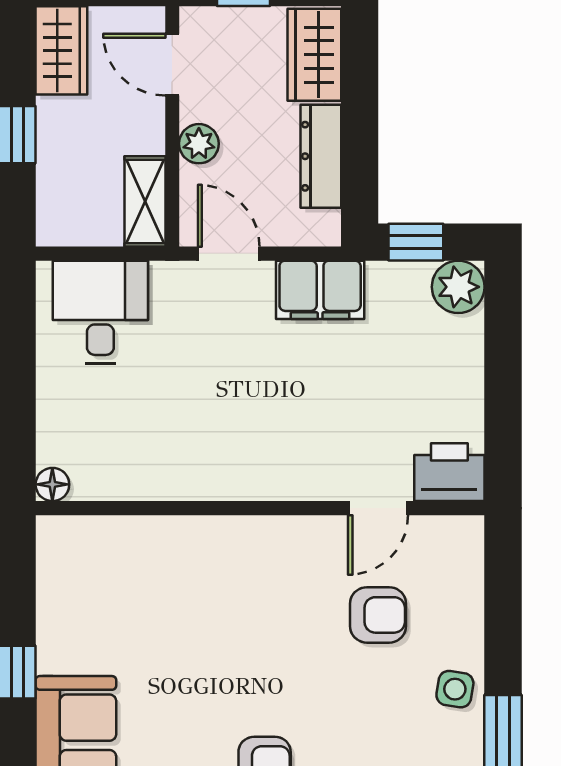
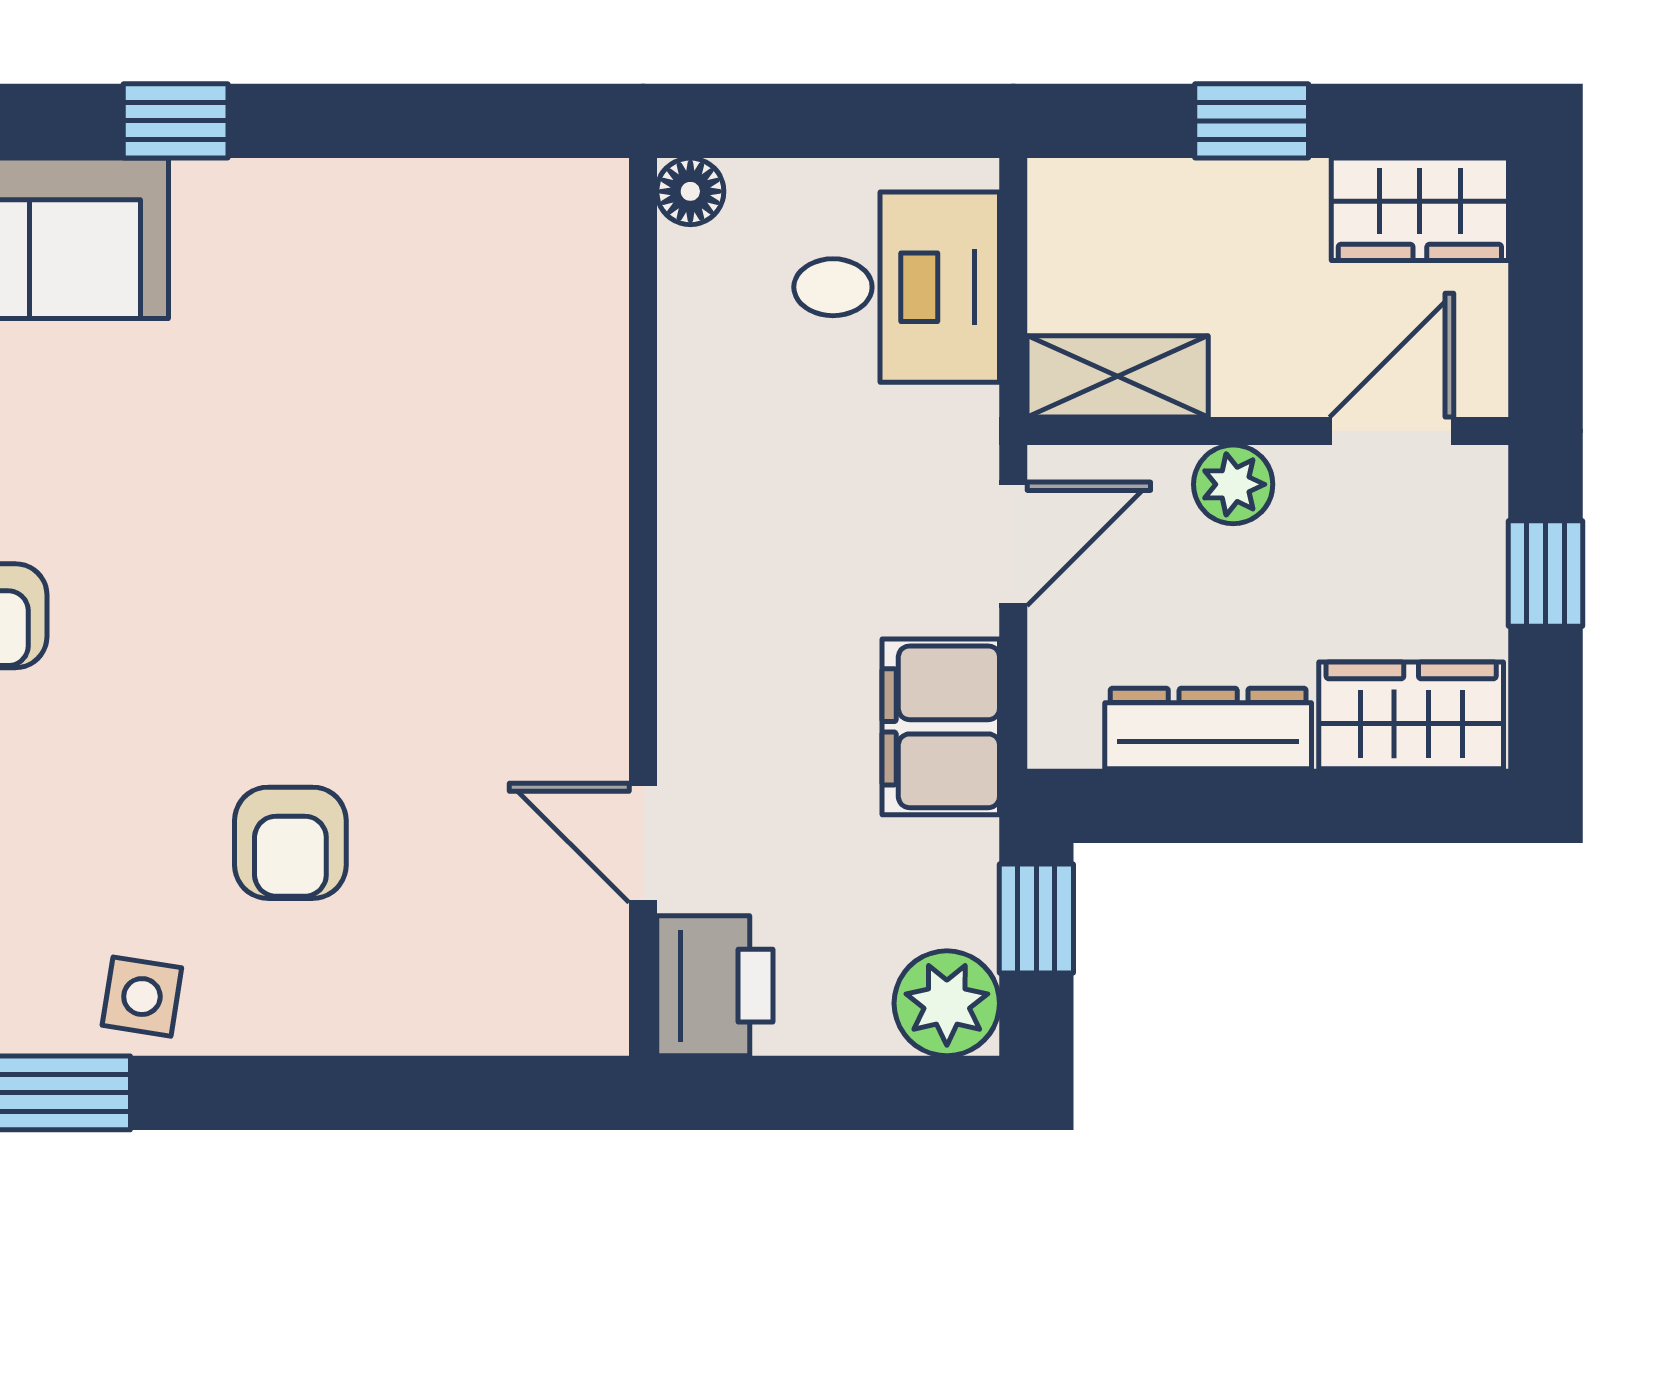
printer: (449, 472) -> (715, 986), moved
floor lamp: (52, 484) -> (690, 191), moved
wall: (260, 508) -> (643, 607), moved
door: (378, 508) -> (643, 843), moved

